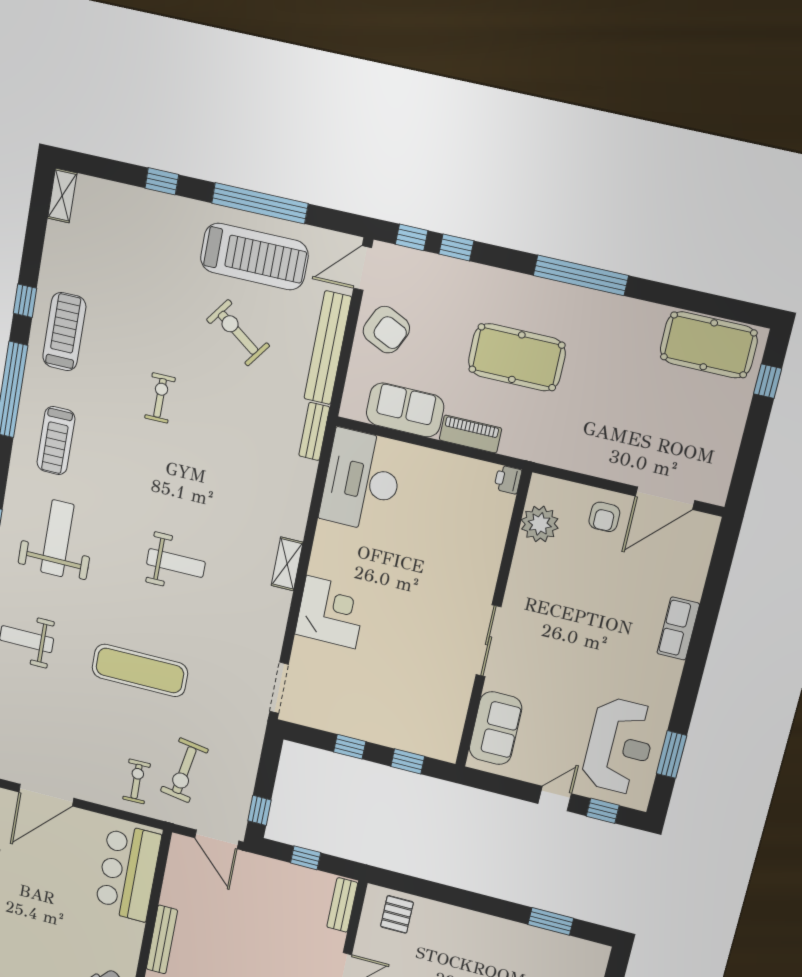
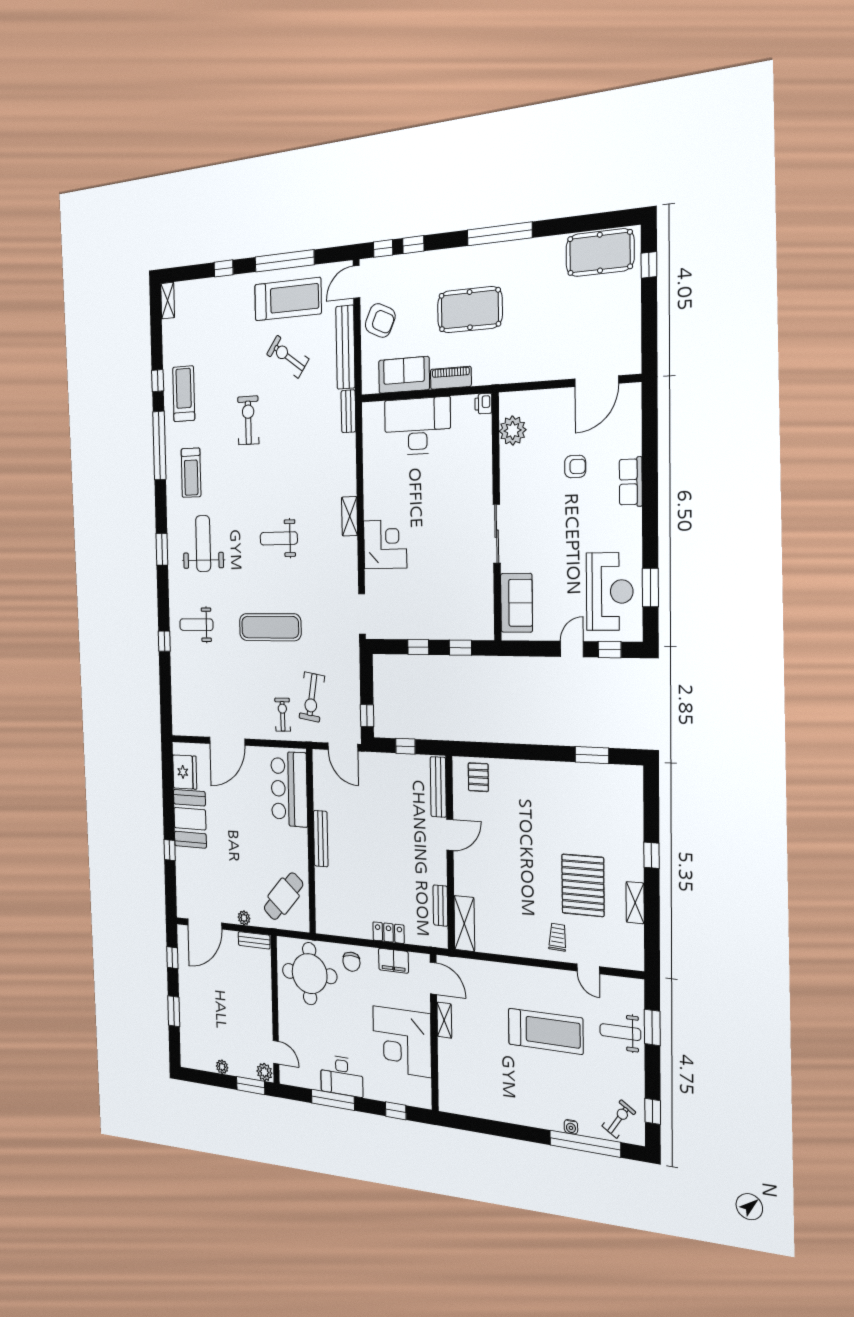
exercise bike: (160, 398) -> (248, 420), width x1.38, depth x1.39
desk: (362, 481) -> (417, 426), moved, turned 90
armchair: (604, 517) -> (575, 467), moved, turned -90
weight bench: (176, 563) -> (279, 538), turned 180
bench: (342, 905) -> (438, 787), width x1.36

